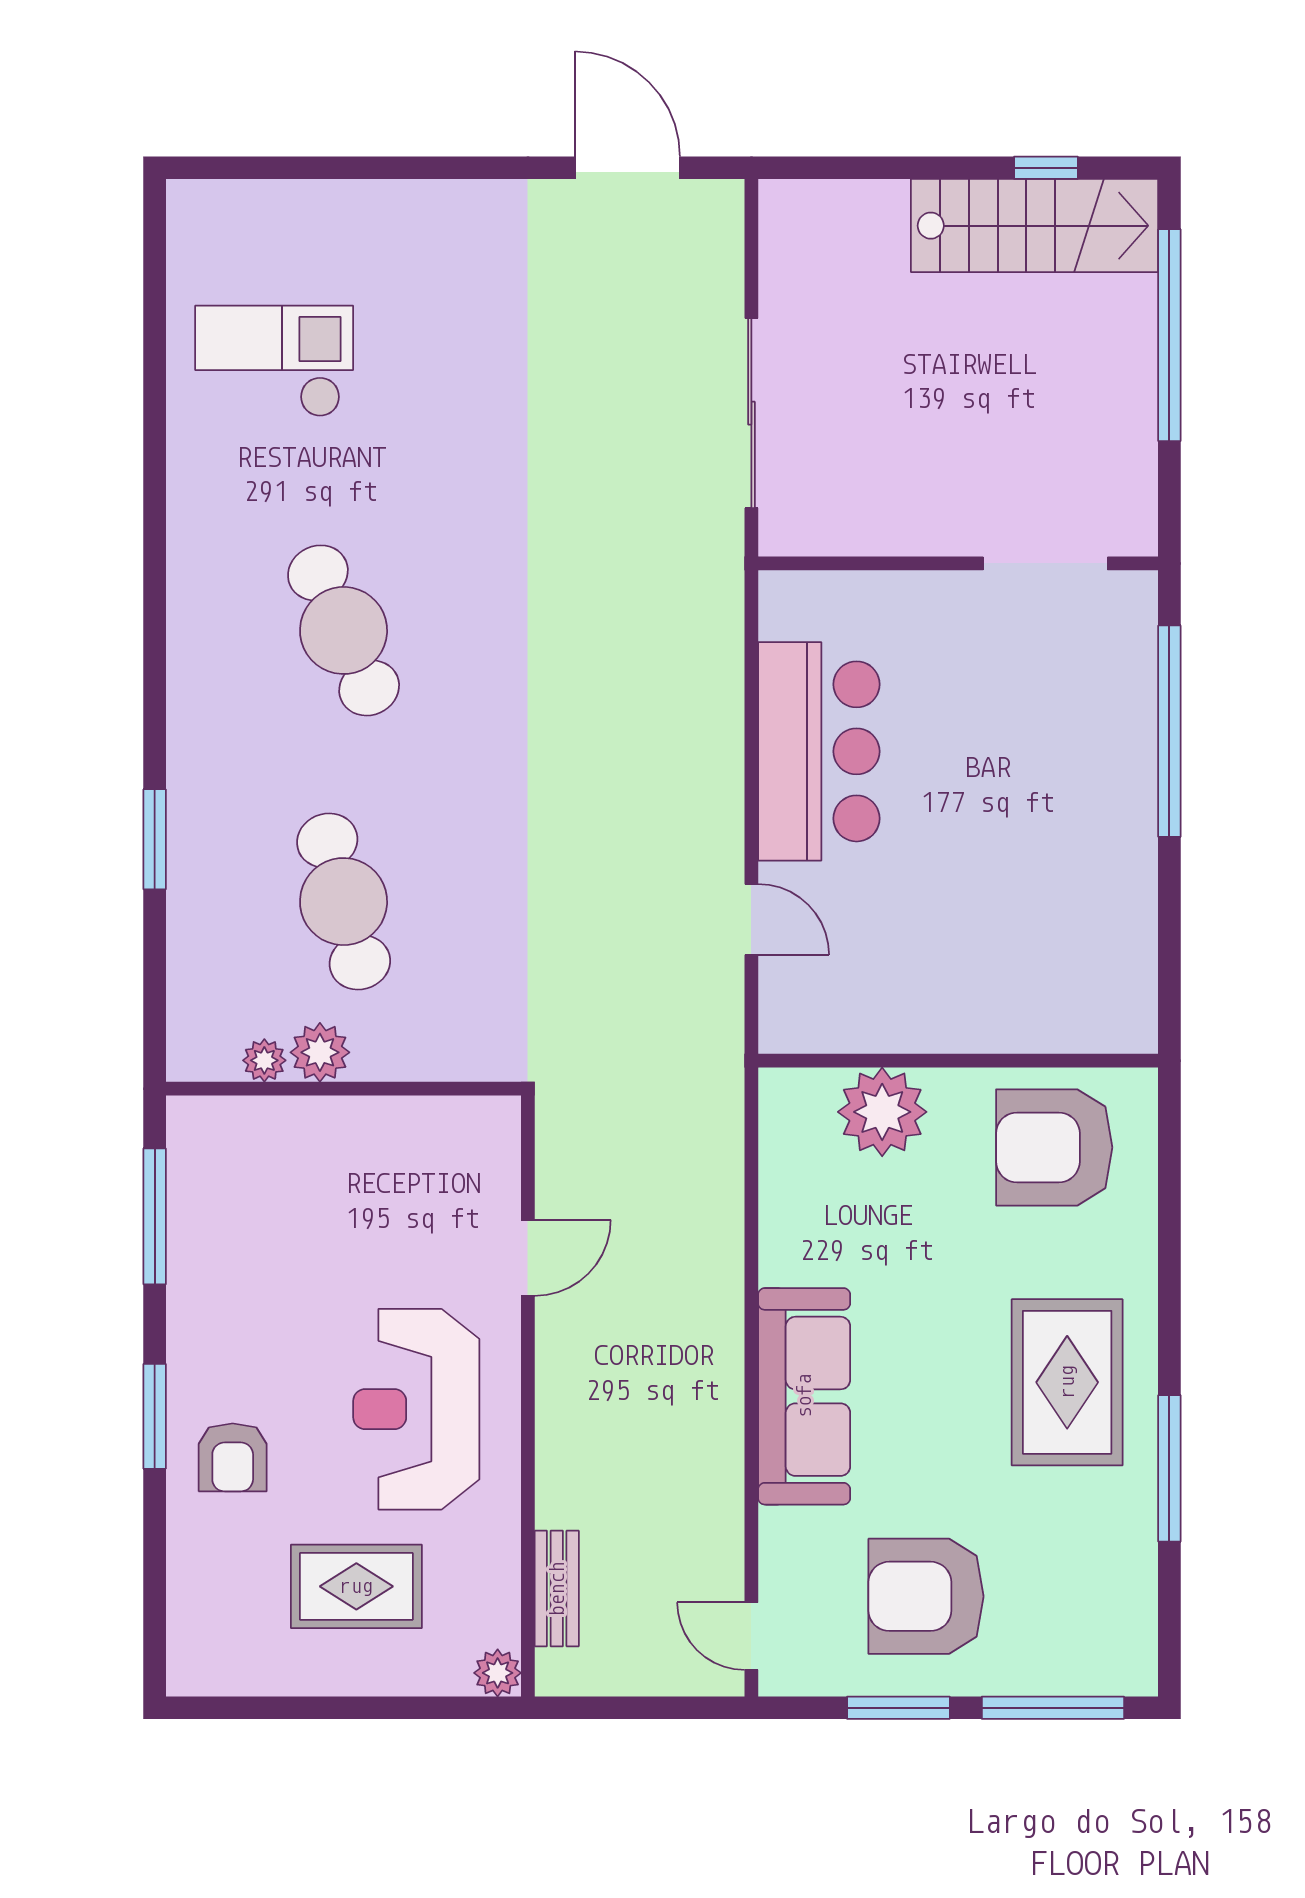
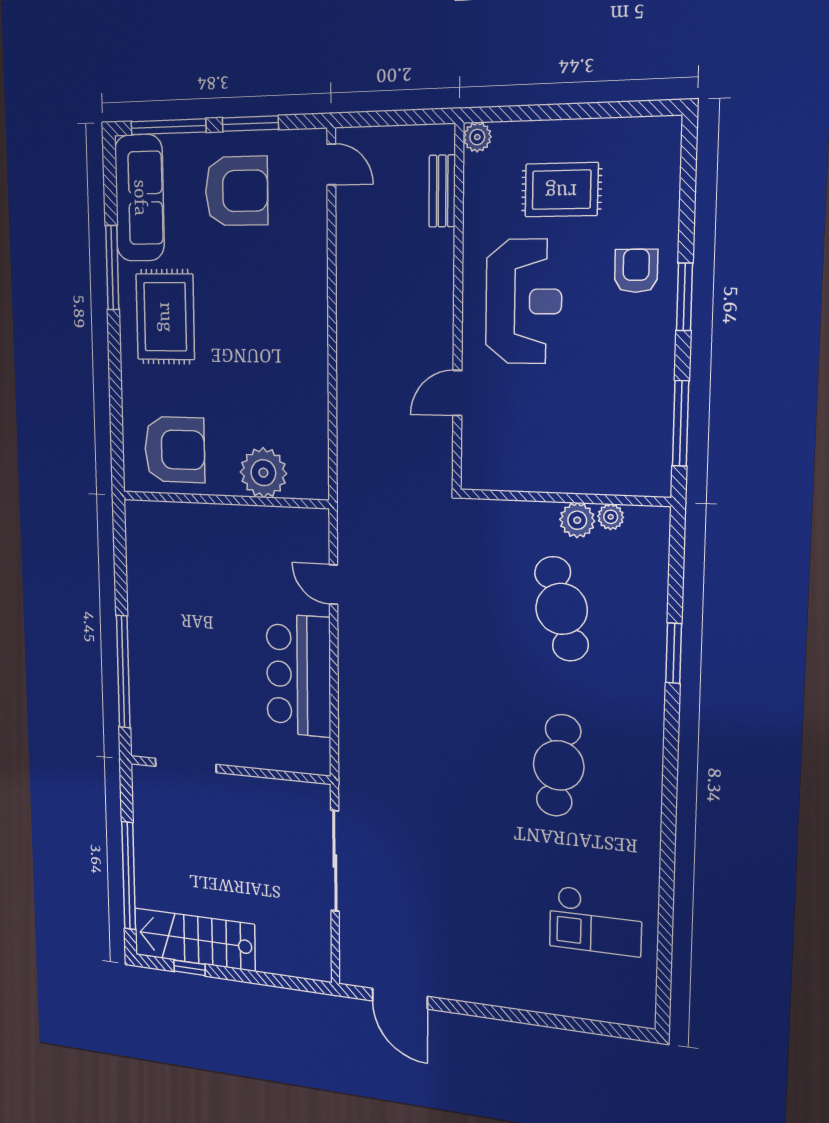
cafe table: (344, 630) -> (559, 765), turned 30
sofa: (804, 1396) -> (139, 198), moved, turned 180

